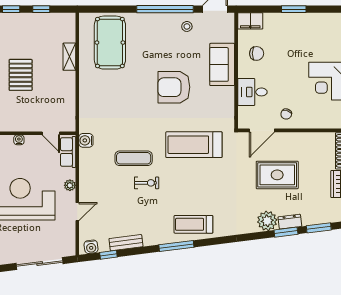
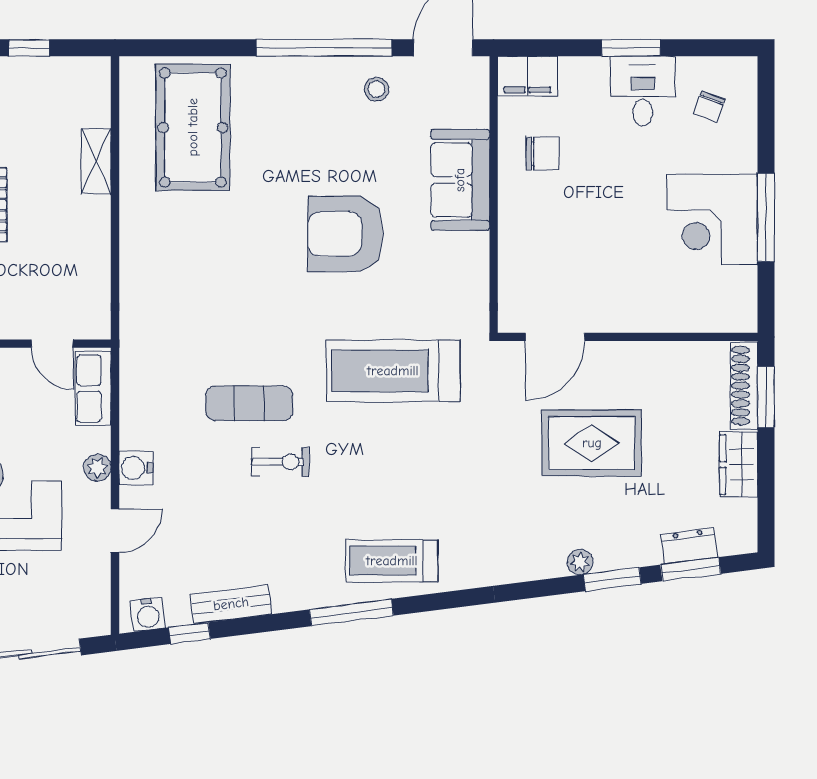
desk: (252, 92) -> (643, 91), moved, turned 90
chair: (286, 114) -> (709, 107), moved
water cooler: (86, 140) -> (136, 468), moved
plant: (267, 221) -> (580, 562), width x0.53, depth x0.53
dresser: (290, 222) -> (689, 546), moved

